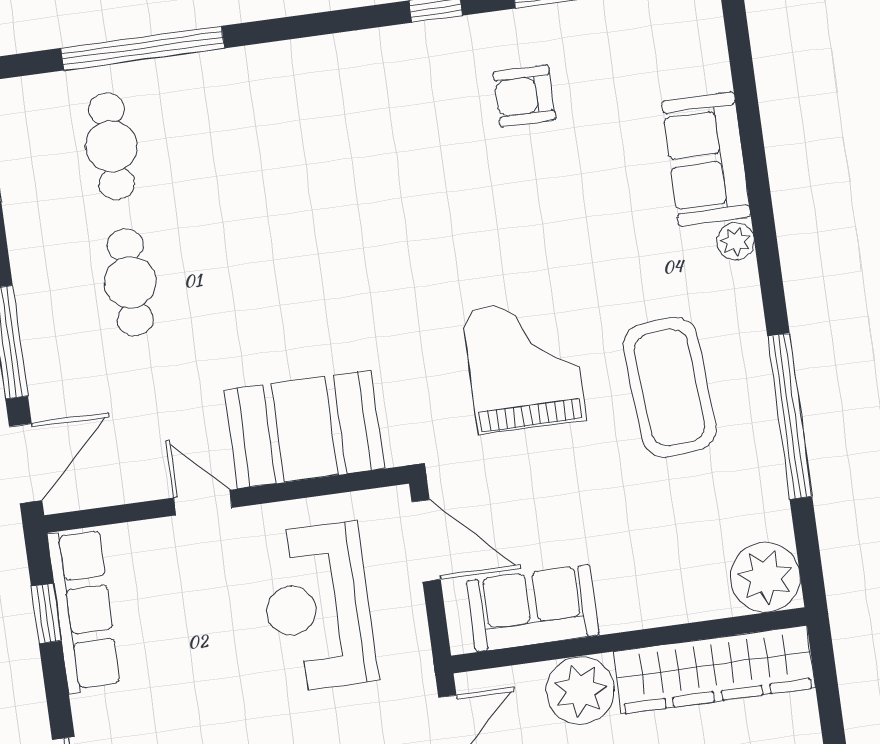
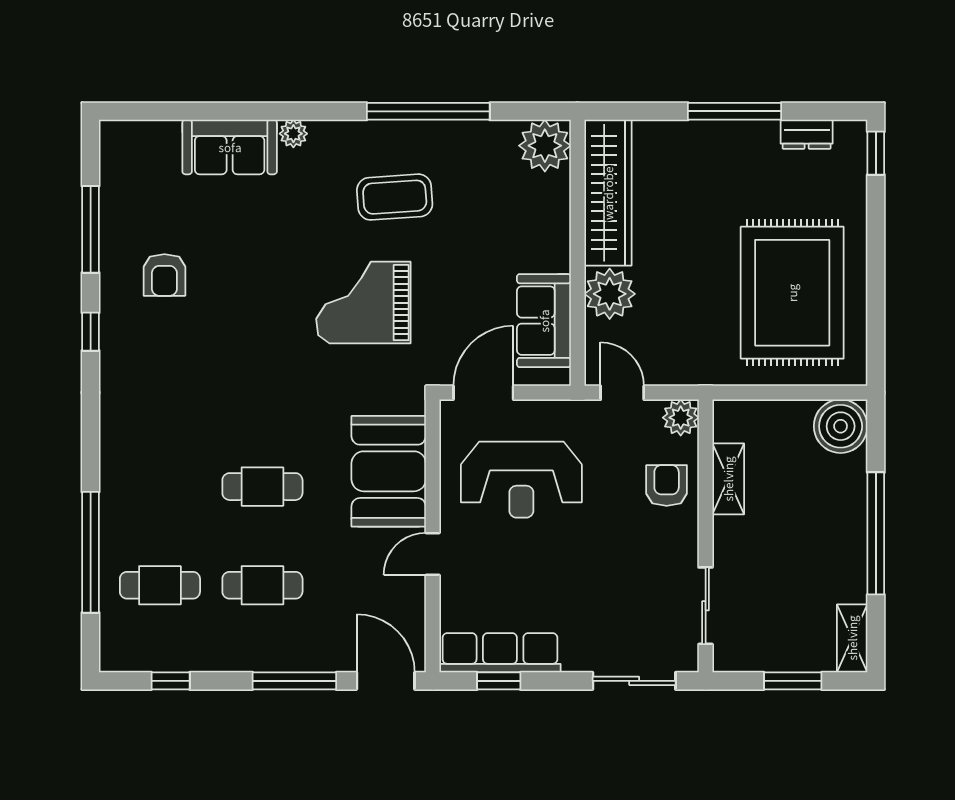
cafe table: (261, 264) -> (262, 487), added
coffee table: (670, 387) -> (395, 197), width x0.73, depth x0.76

